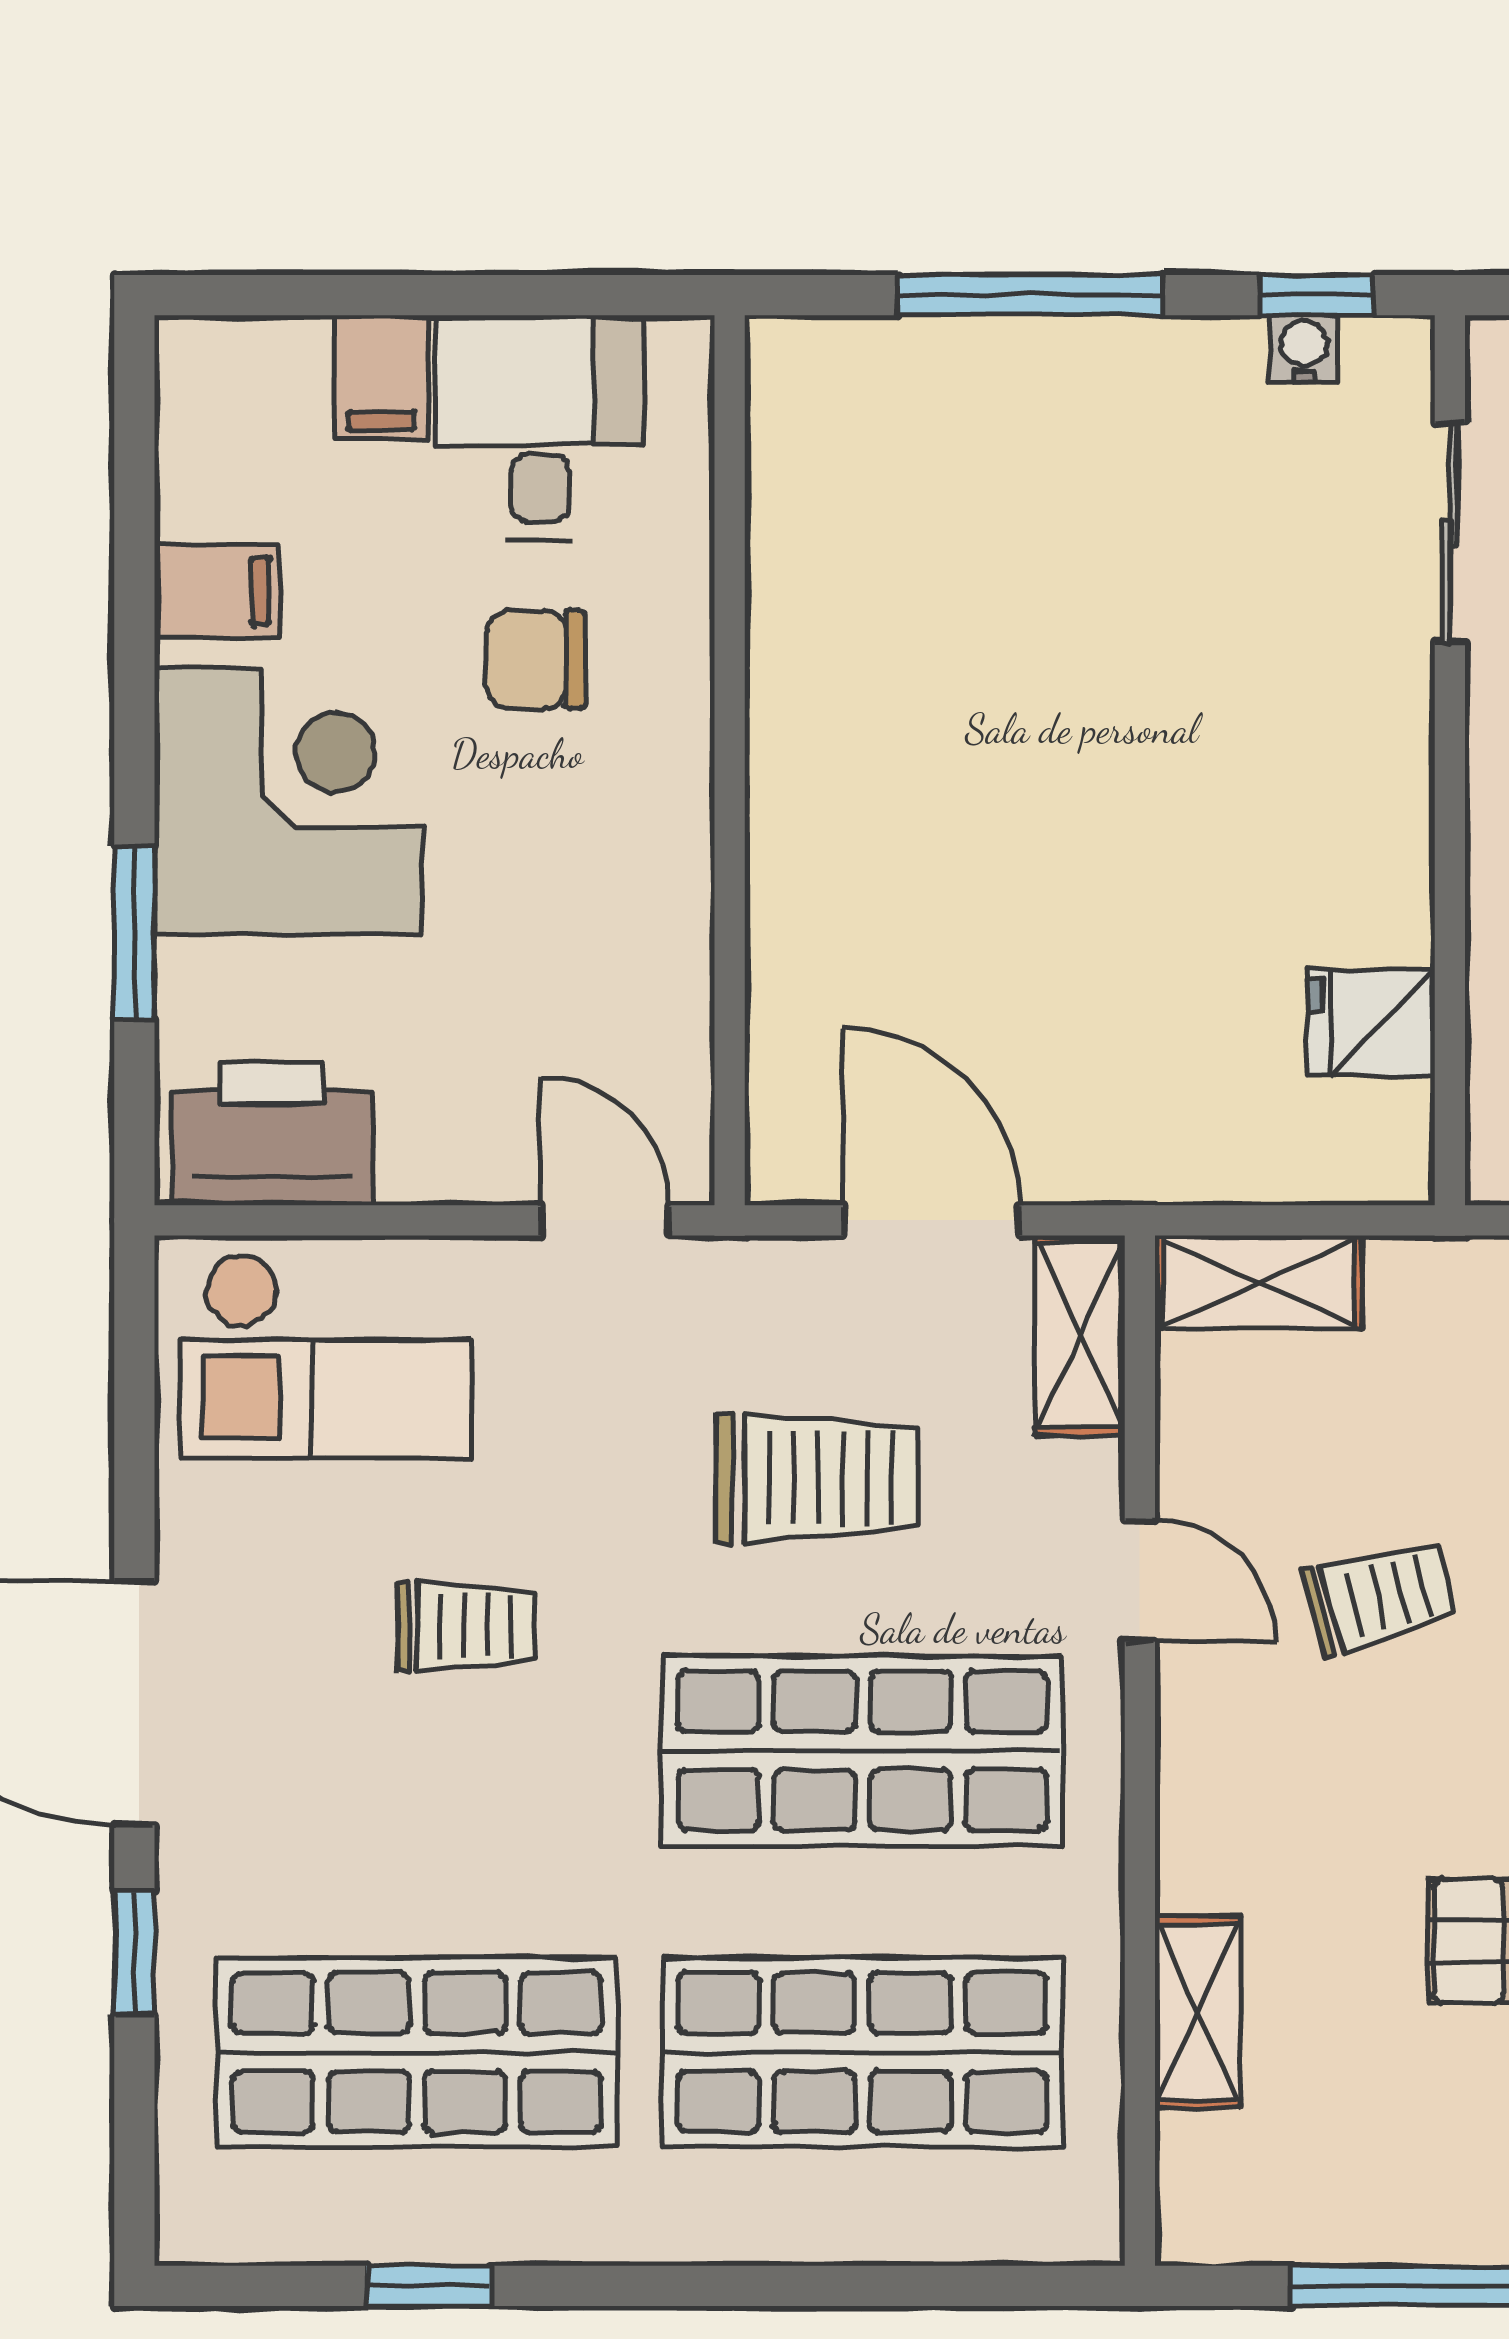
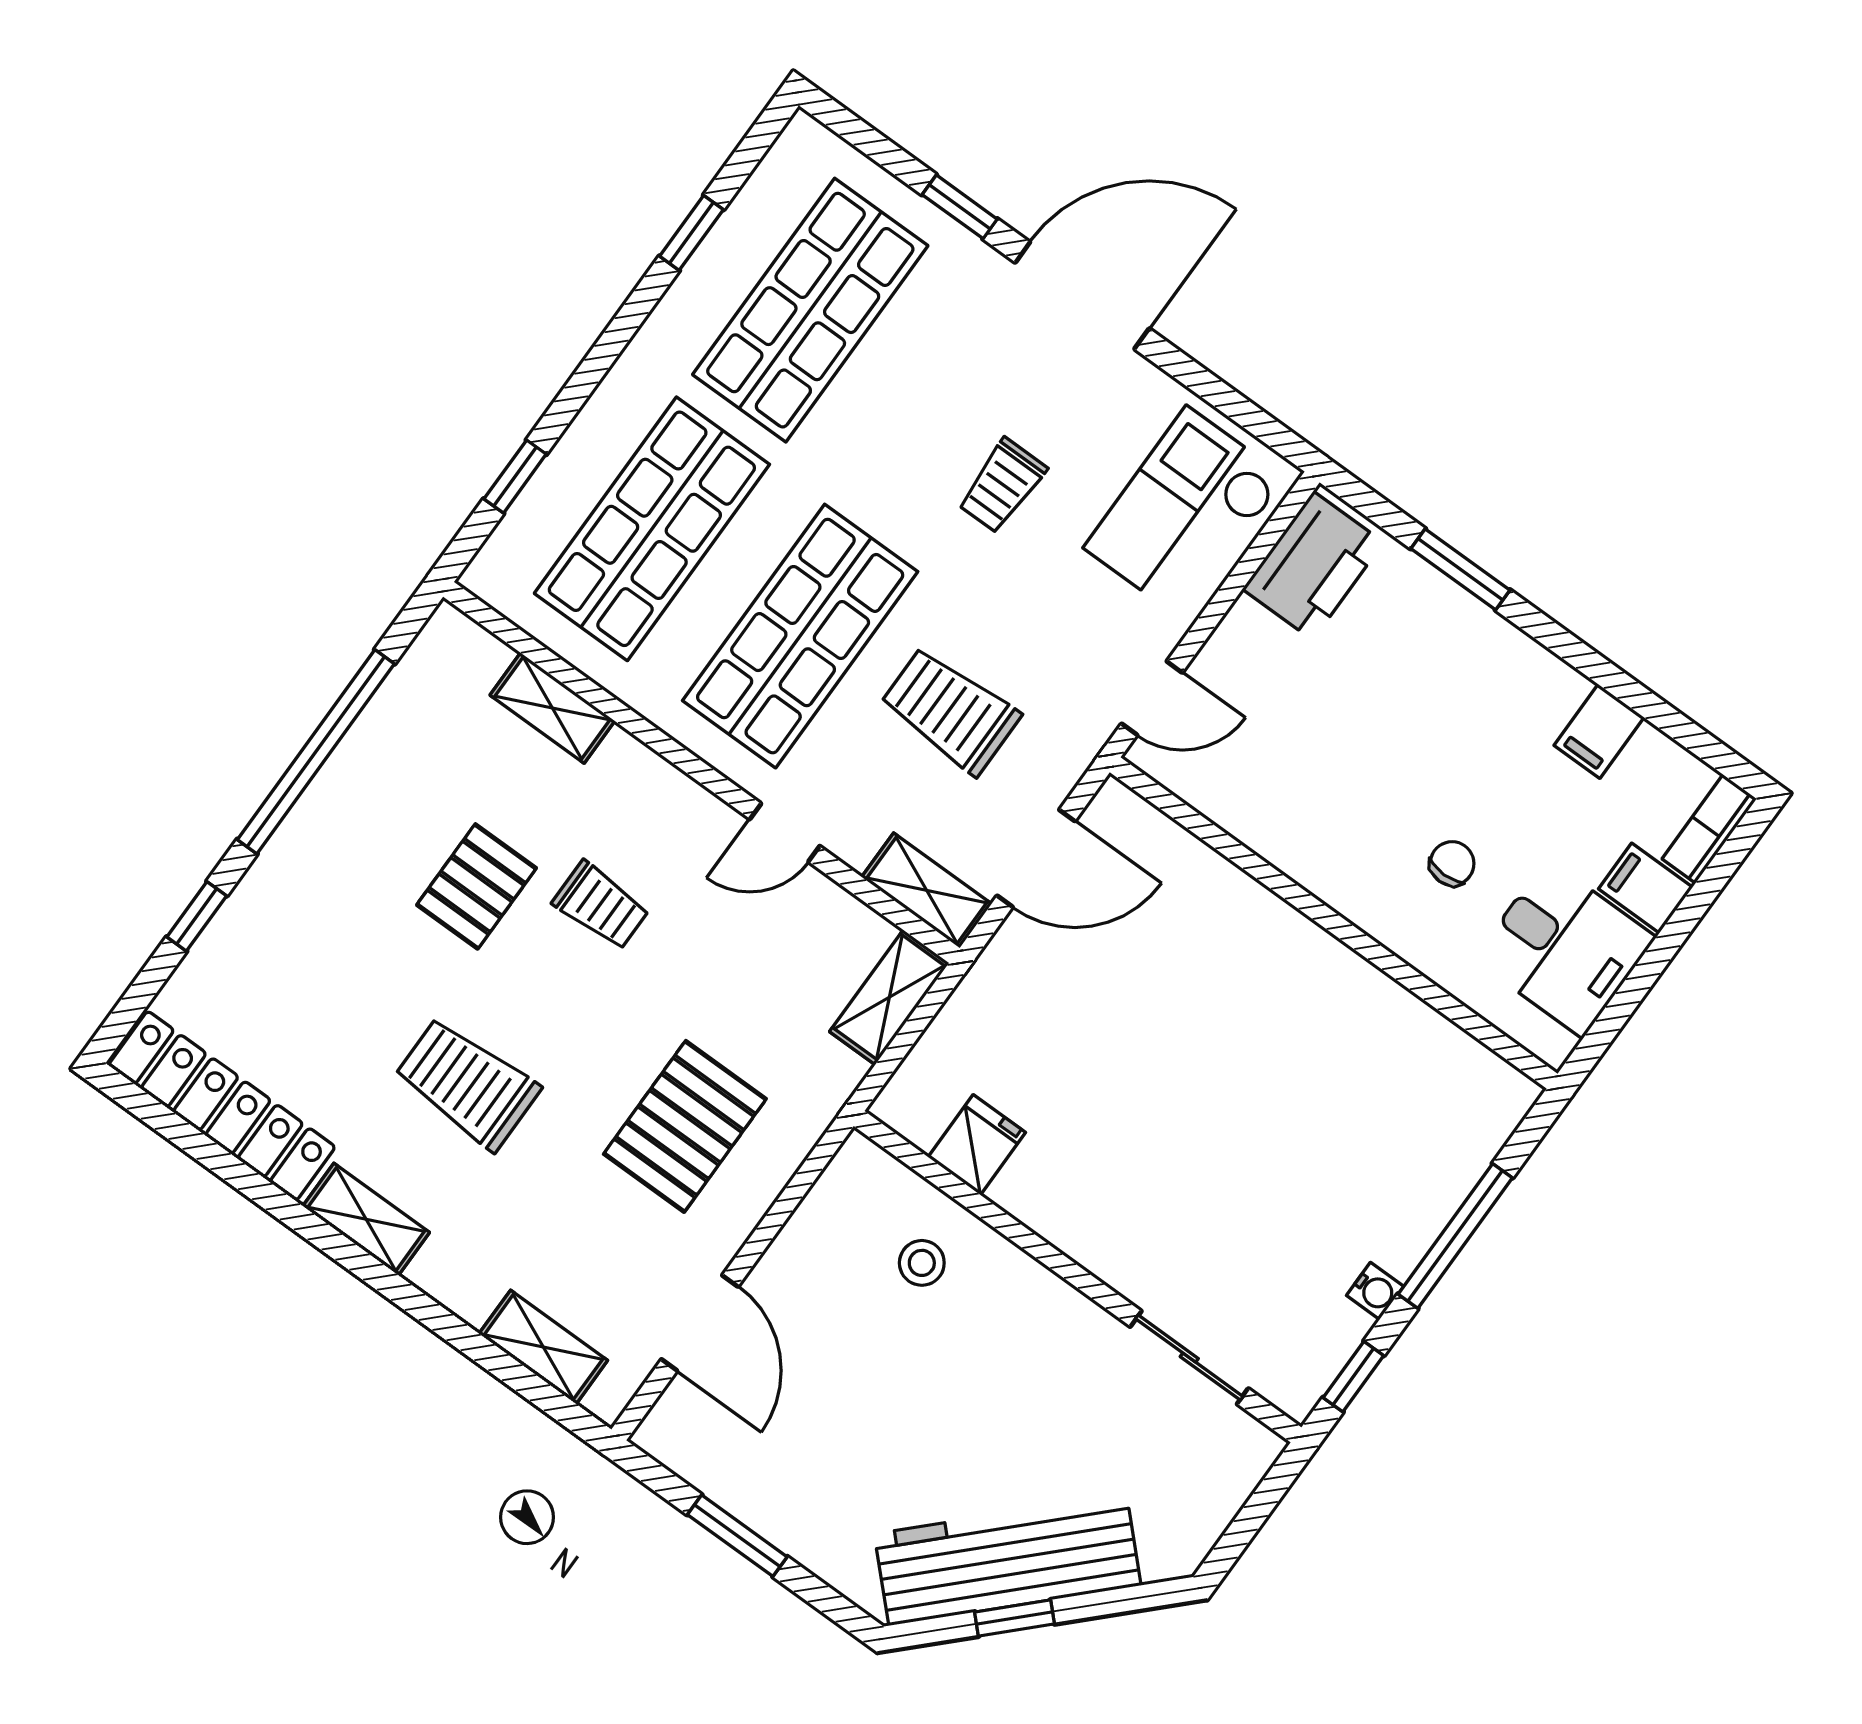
bookcase: (241, 349) -> (1709, 829), added
water cooler: (1304, 349) -> (1375, 1291), moved
chair: (536, 659) -> (1452, 864), width x0.73, depth x0.73
corner desk: (288, 801) -> (1471, 692), removed
trolley: (817, 1478) -> (950, 711), turned 90
trolley: (1379, 1597) -> (601, 906), moved, turned -75
window: (925, 2286) -> (515, 477), added

